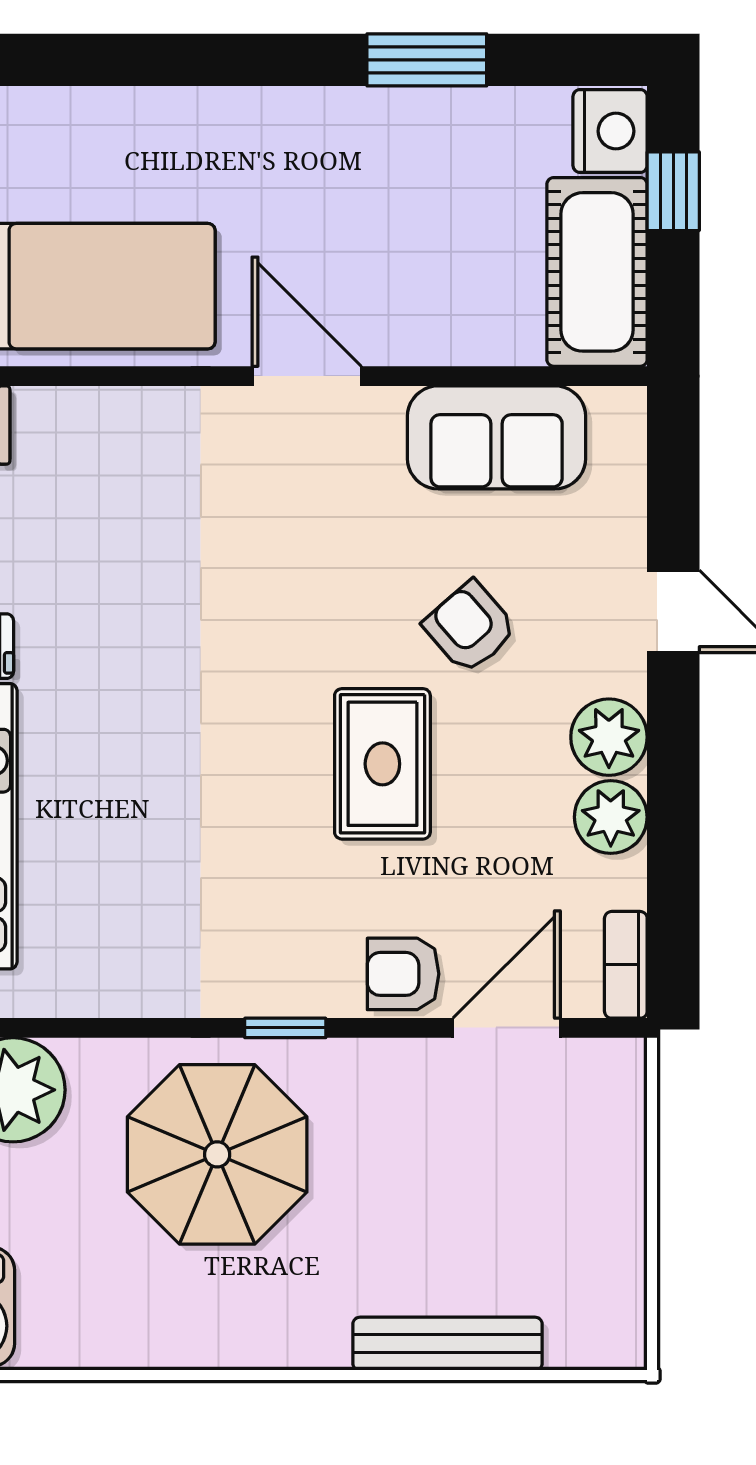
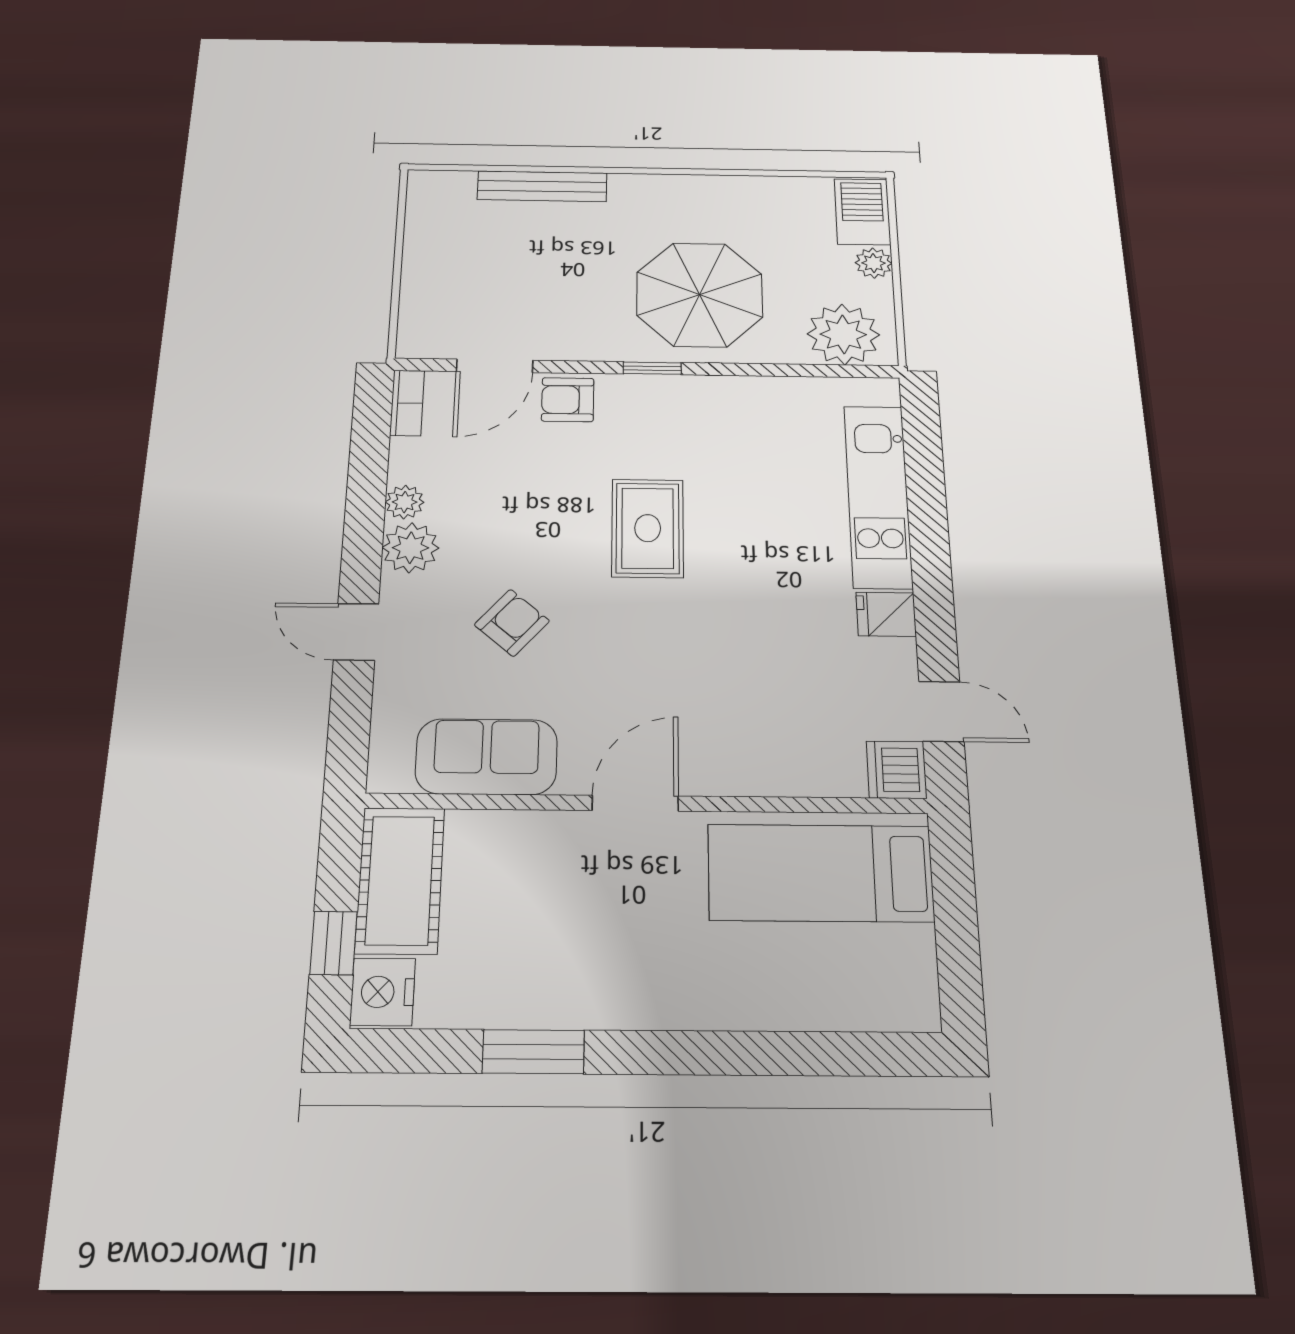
door: (307, 376) -> (635, 803), swing flipped
armchair: (470, 627) -> (512, 623), turned -98
rug: (382, 764) -> (648, 528), moved
plant: (611, 817) -> (405, 502), width x0.73, depth x0.73
armchair: (403, 974) -> (568, 400), turned 180

